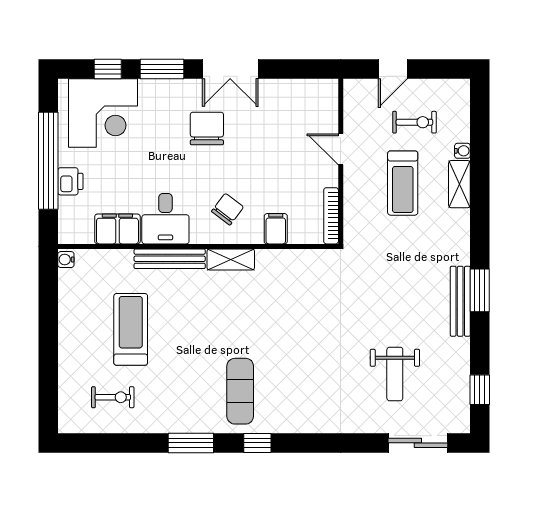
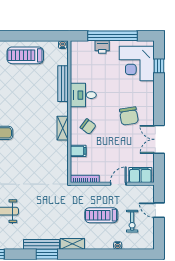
window: (162, 69) -> (159, 93), removed
double door: (230, 69) -> (159, 139), moved
chair: (207, 129) -> (129, 116), turned 81
shelving: (459, 184) -> (72, 244), moved
filing cabinet: (117, 229) -> (140, 175), moved, turned -90
bench: (170, 259) -> (63, 84), moved
treadmill: (131, 329) -> (25, 55), moved, turned 180

